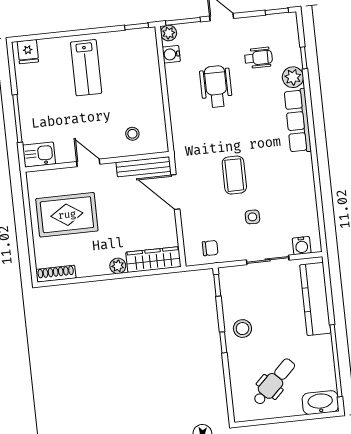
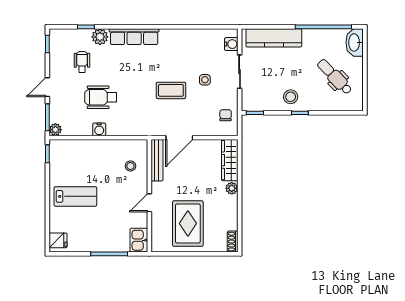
water cooler: (171, 54) -> (99, 129), moved
shoe rack: (56, 274) -> (233, 242), width x0.70

